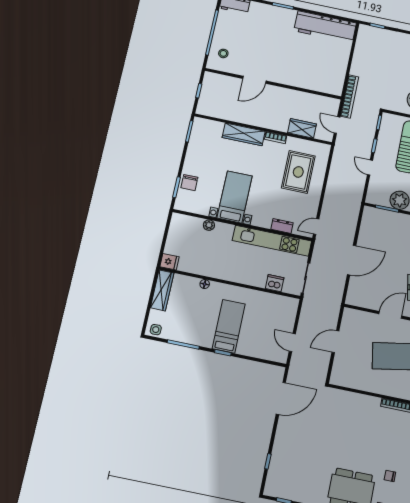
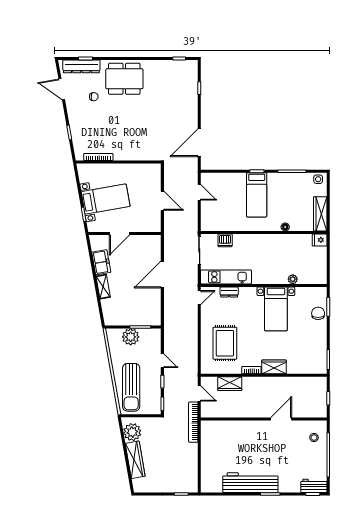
workbench: (325, 27) -> (250, 483), moved
wardrobe: (244, 134) -> (274, 367), width x0.67
kitchen unit: (272, 241) -> (226, 277), width x0.73
door: (335, 342) -> (162, 201), hinge flipped

